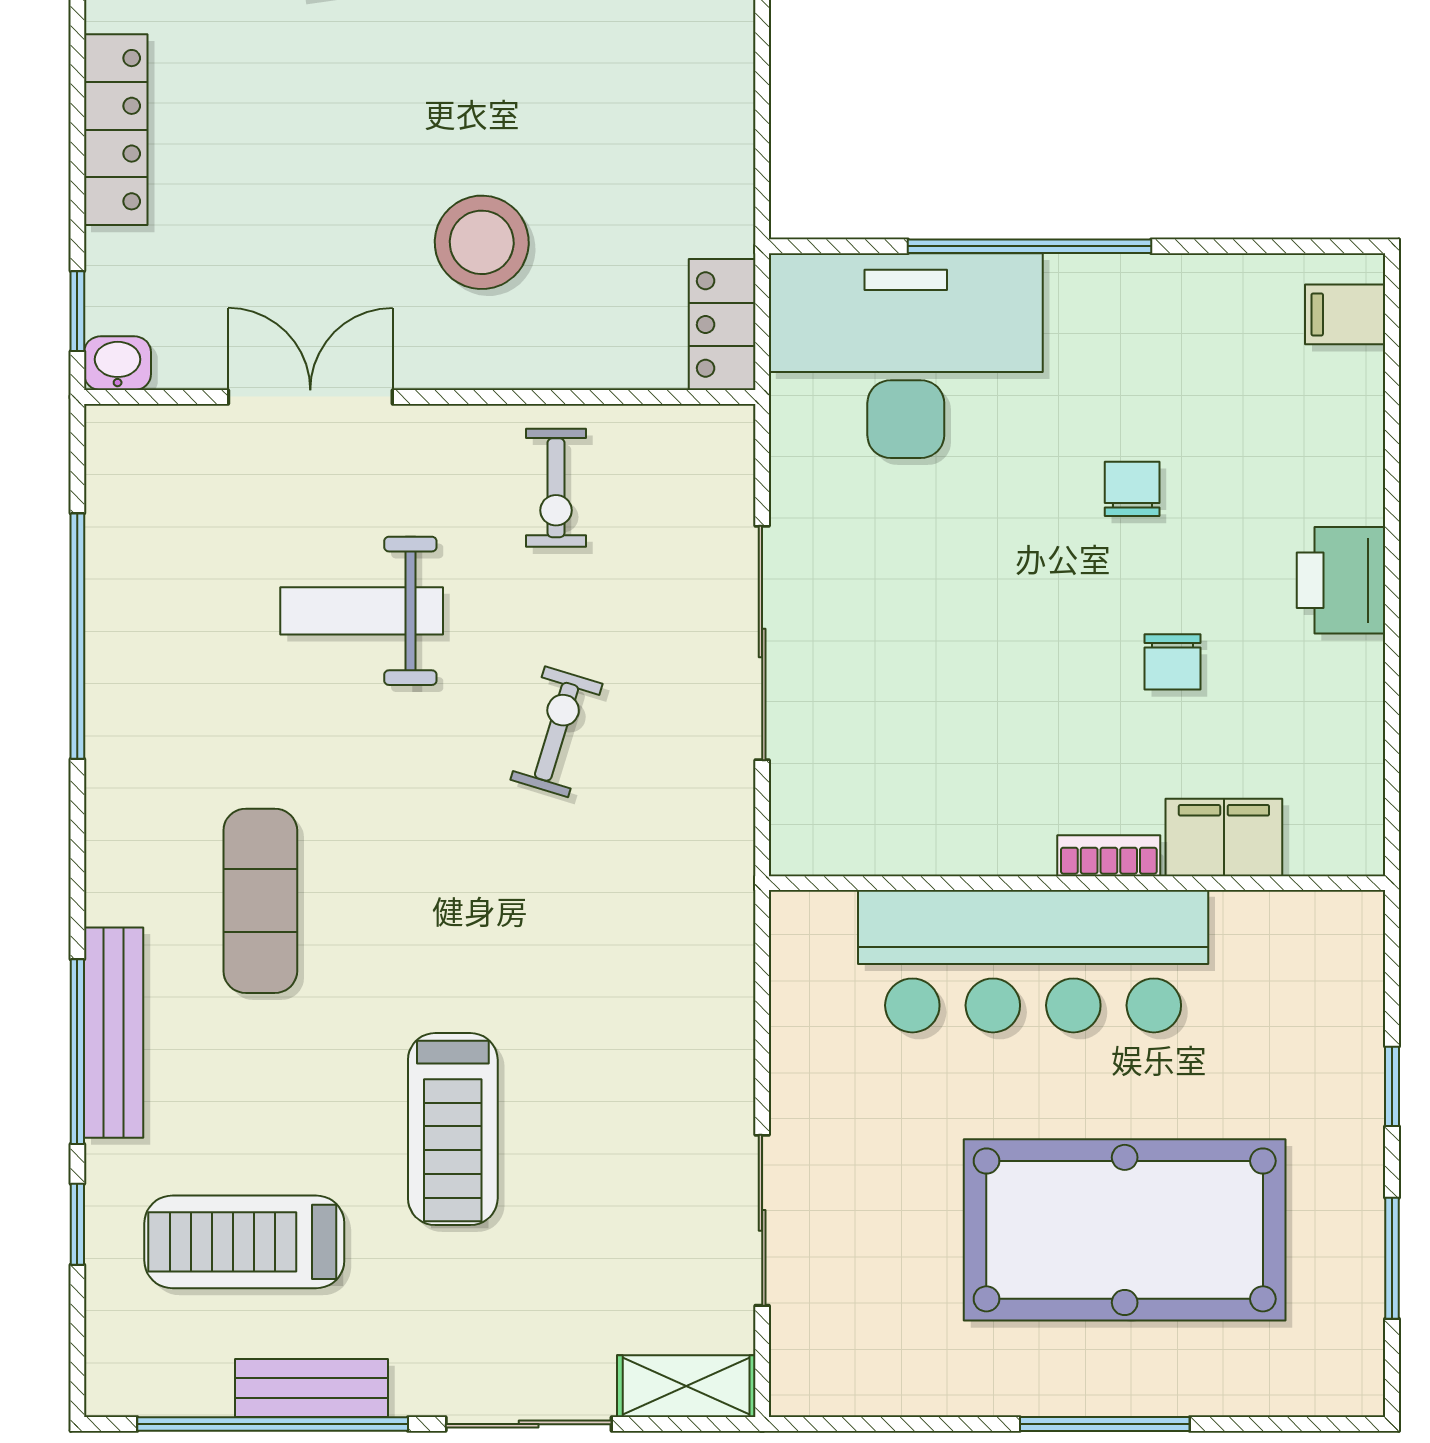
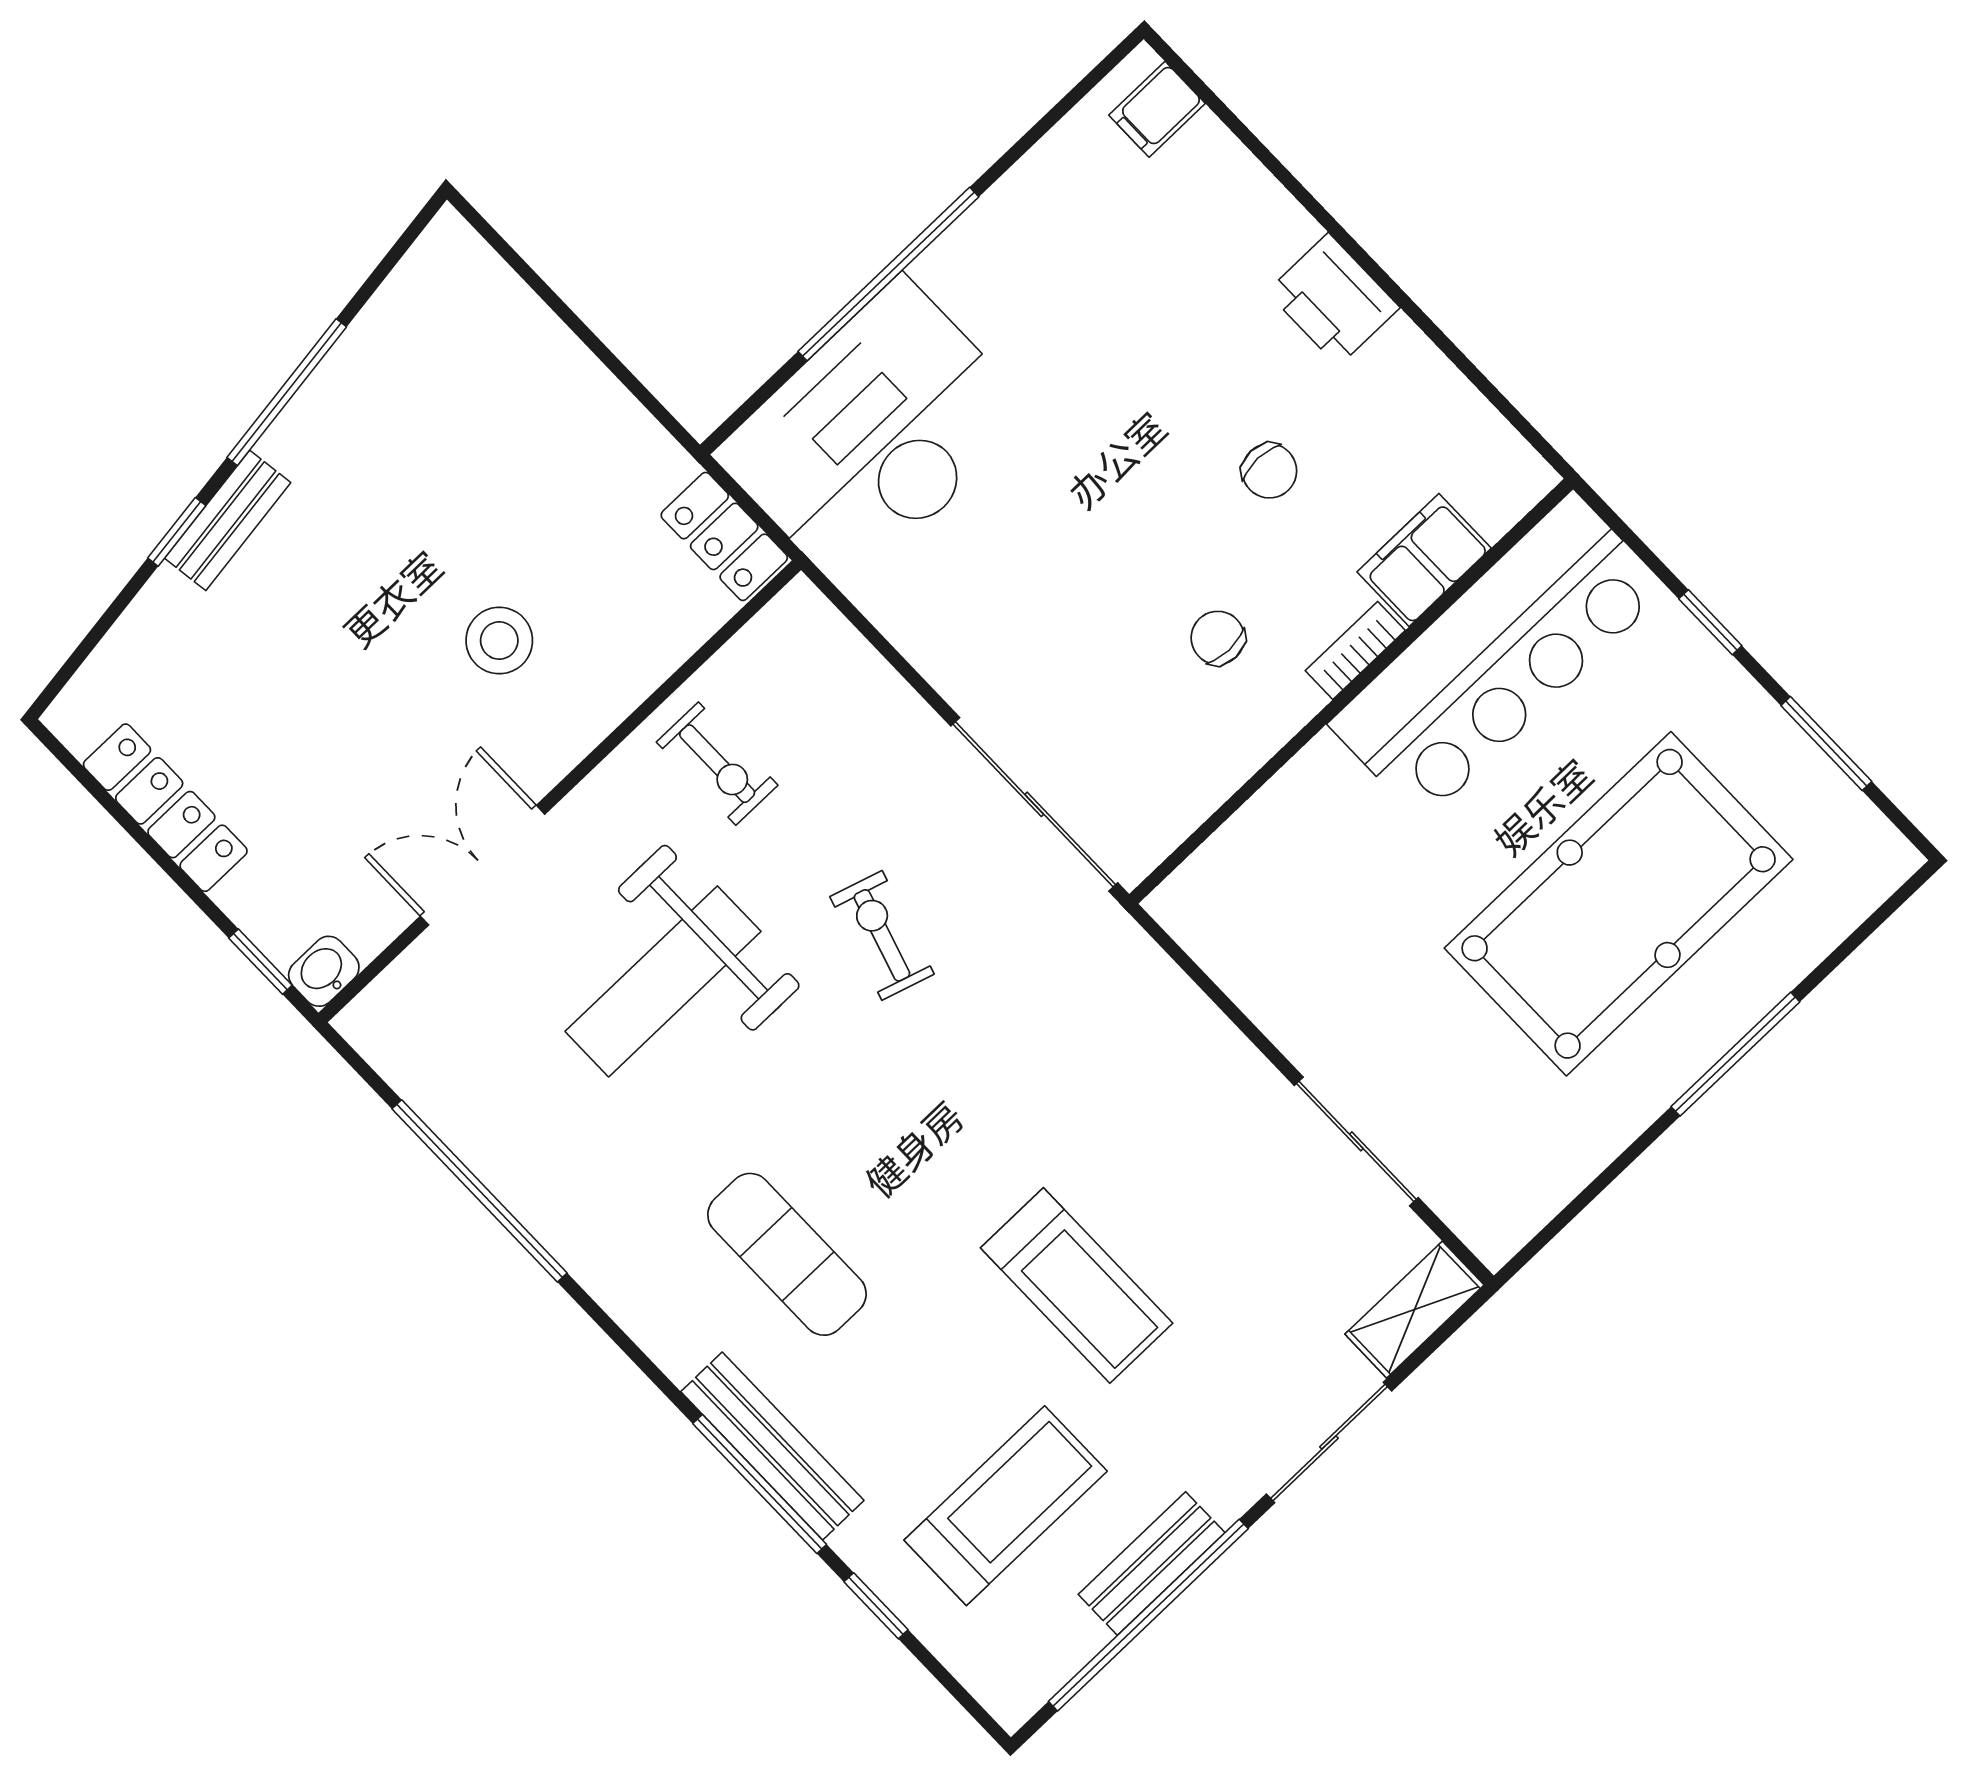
stool: (482, 242) -> (499, 641), width x0.73, depth x0.73
chair: (1132, 489) -> (1218, 638), moved
weight bench: (362, 611) -> (663, 981), width x1.36, depth x1.33
sliding door: (762, 643) -> (1034, 804), moved
bar counter: (1033, 961) -> (1498, 657), moved
treadmill: (244, 1242) -> (1006, 1506), turned 180

